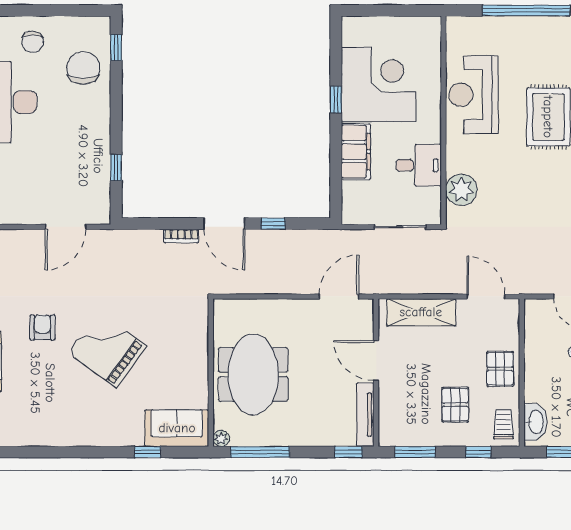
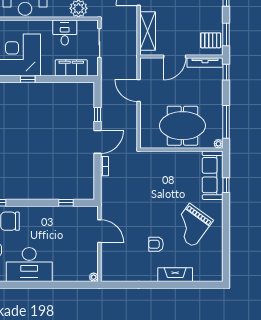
filing cabinet: (356, 152) -> (71, 68), moved
door: (339, 296) -> (139, 91), moved
grand piano: (107, 350) -> (192, 225), moved
pallet: (455, 405) -> (211, 40), moved
sofa: (177, 428) -> (213, 175), width x1.36

